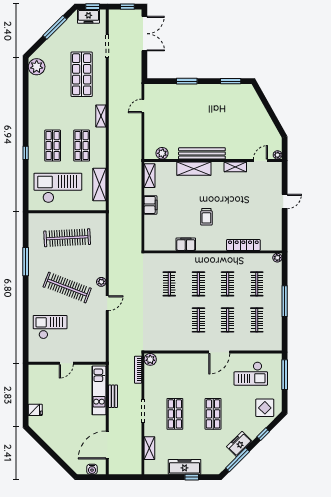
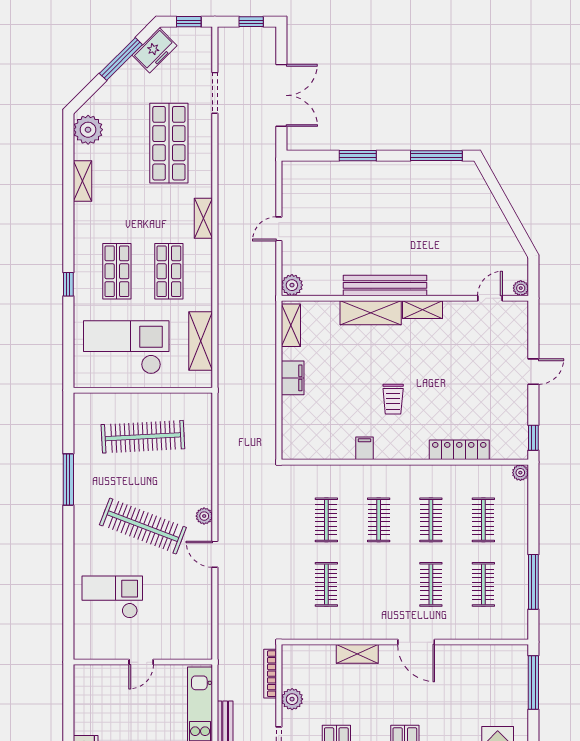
freezer: (88, 16) -> (154, 50), moved, turned -45
double door: (144, 34) -> (281, 95), moved
window: (231, 81) -> (436, 156), width x1.44
shelving: (33, 95) -> (82, 181), added
door: (143, 106) -> (279, 229), moved
plant: (162, 153) -> (292, 285), moved
shelving: (235, 167) -> (423, 310), moved
window: (285, 238) -> (533, 438), added
filing cabinet: (186, 244) -> (365, 448), width x0.50
window: (285, 301) -> (533, 582), moved
door: (107, 303) -> (215, 554), swing flipped
clothes rail: (198, 320) -> (326, 584), moved
door: (219, 352) -> (416, 642), hinge flipped
plant: (150, 359) -> (292, 699), moved
shelving: (187, 359) -> (357, 654), added
checkout: (251, 374) -> (473, 681), removed

